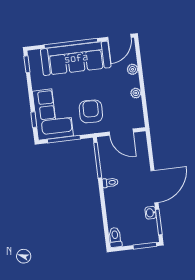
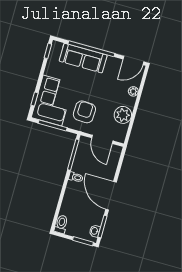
sofa: (76, 58) -> (83, 58), width x0.74, depth x0.79
plant: (136, 93) -> (123, 115), width x1.88, depth x1.88
door: (154, 187) -> (111, 196), swing flipped
washbasin: (151, 213) -> (95, 231), moved

